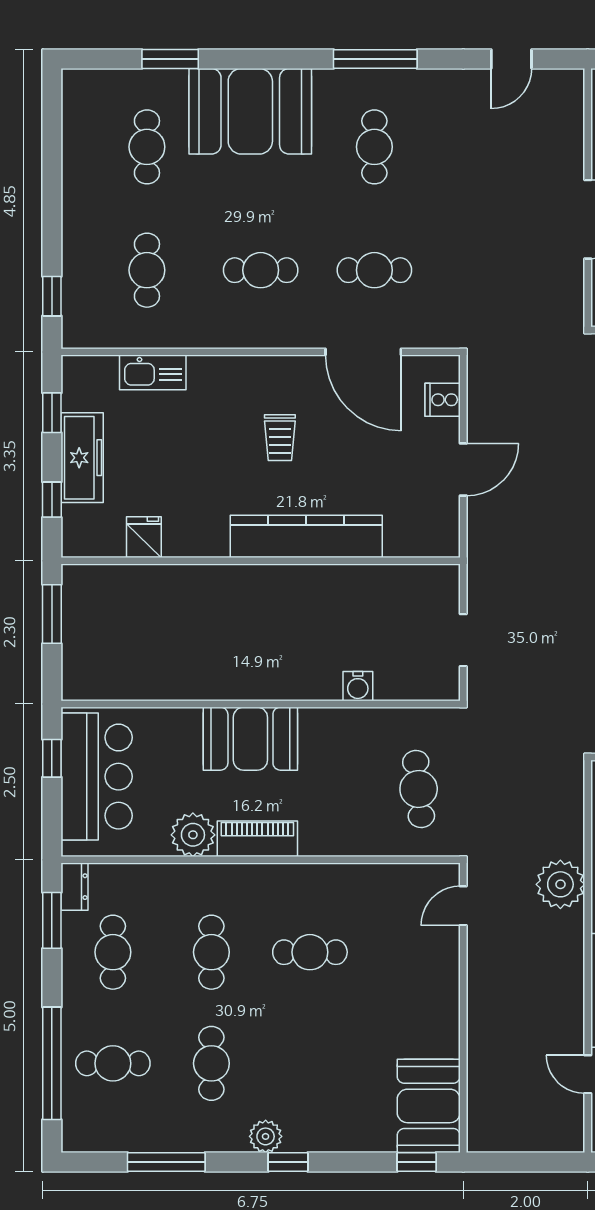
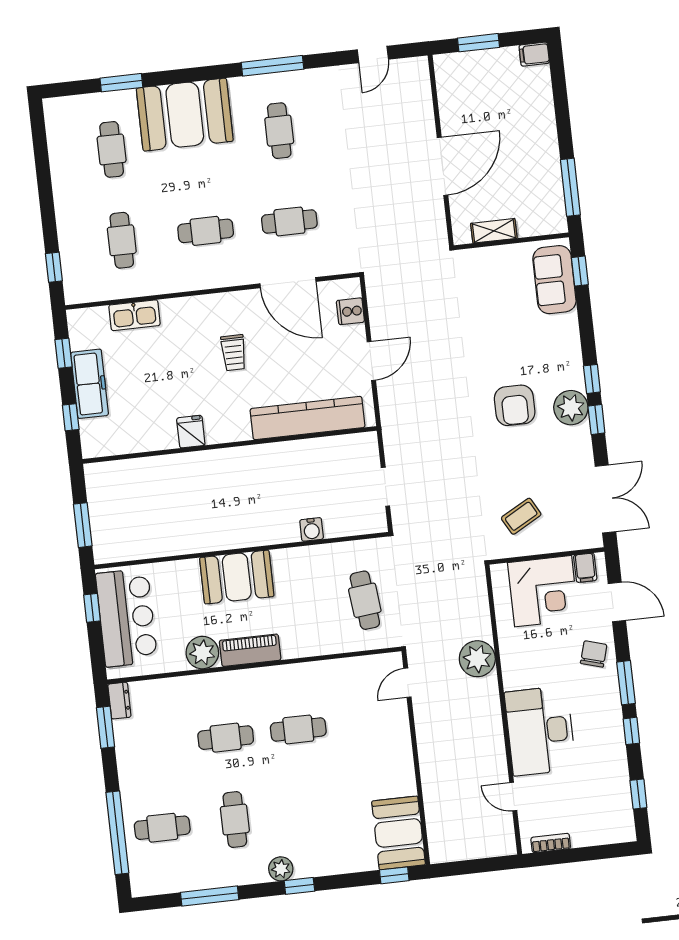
kitchen counter: (306, 536) -> (308, 418), moved
fridge: (144, 537) -> (191, 432), moved
window: (52, 614) -> (83, 525), moved
cafe table: (113, 952) -> (153, 746), removed
cafe table: (211, 952) -> (226, 738), turned 90

